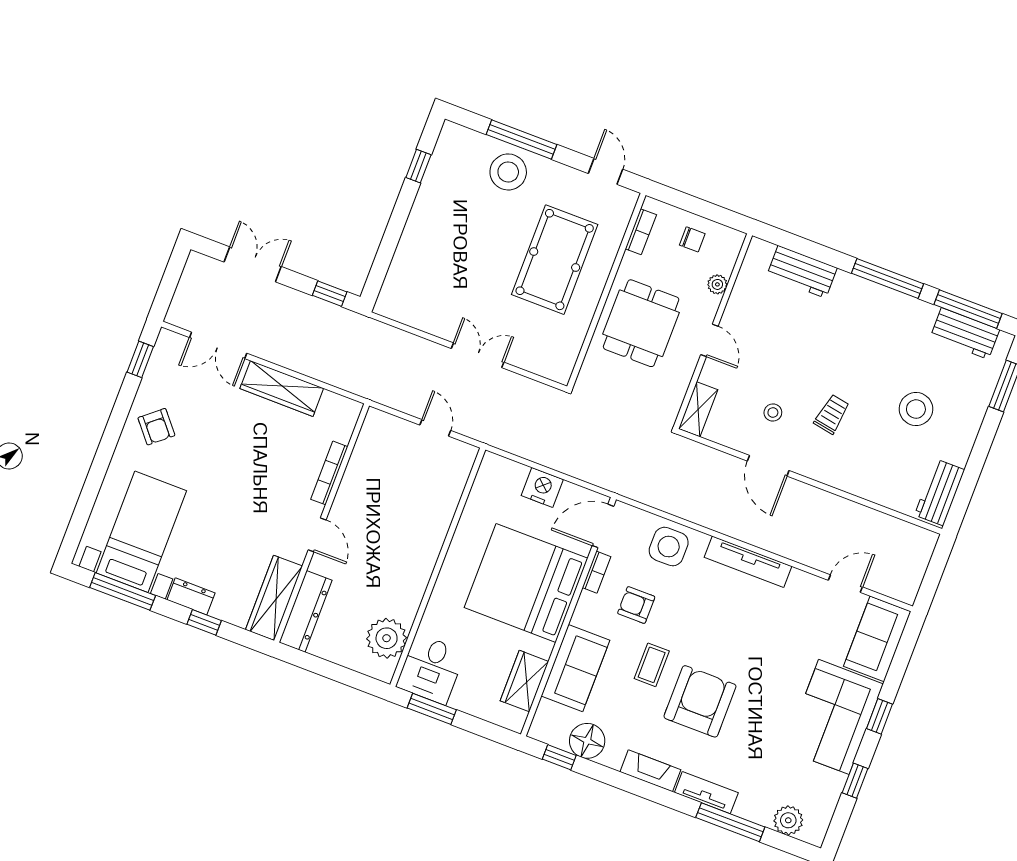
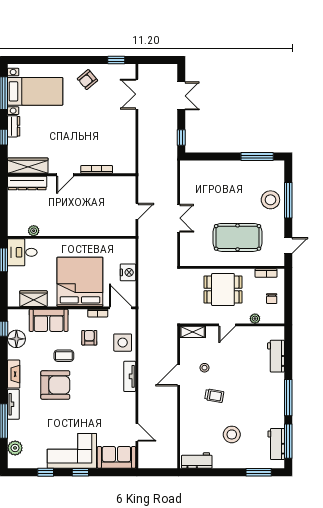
window: (418, 166) -> (257, 156), width x2.17
wardrobe: (282, 388) -> (128, 132), removed
tv unit: (748, 562) -> (130, 376), width x0.71
plant: (387, 638) -> (34, 231), width x0.53, depth x0.53

